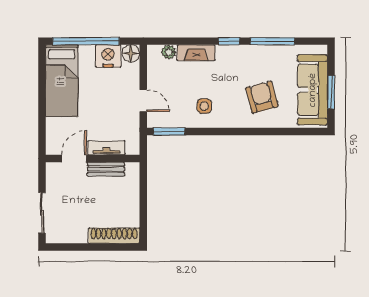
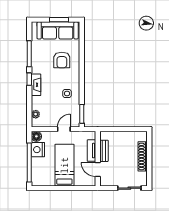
fireplace: (196, 53) -> (36, 85), moved
bed: (62, 81) -> (64, 165), moved, turned -90
armchair: (262, 97) -> (62, 60), turned -75
shoe rack: (114, 236) -> (143, 156), moved

